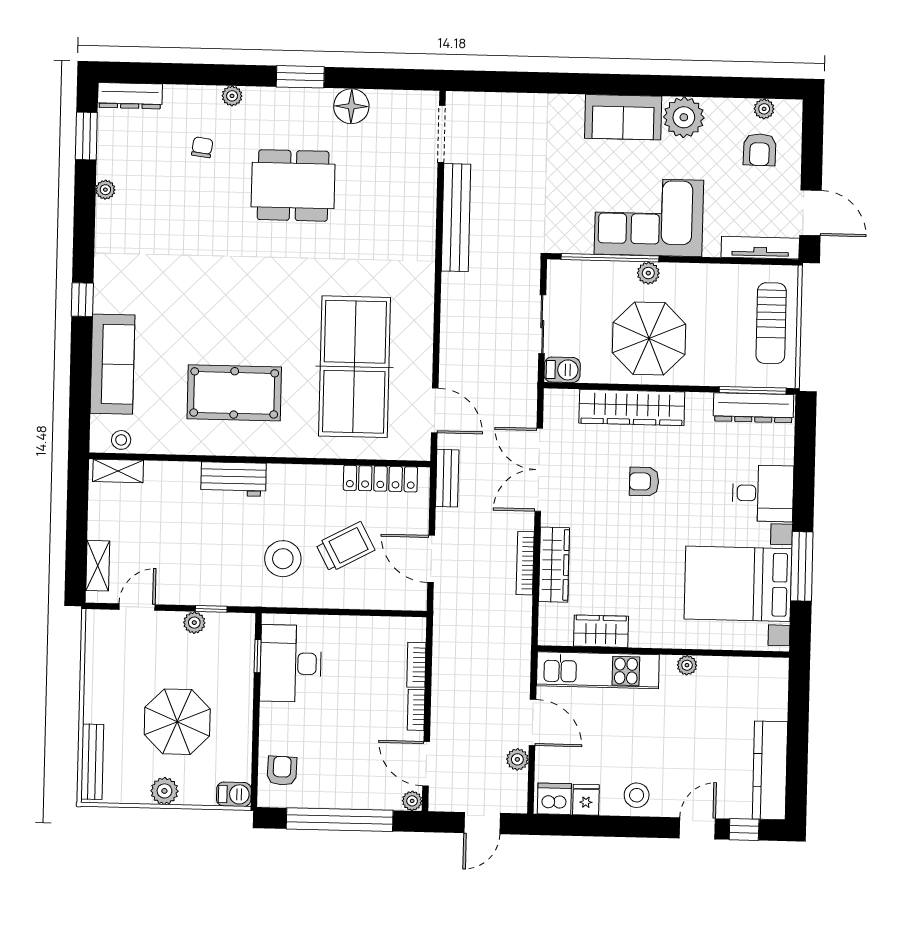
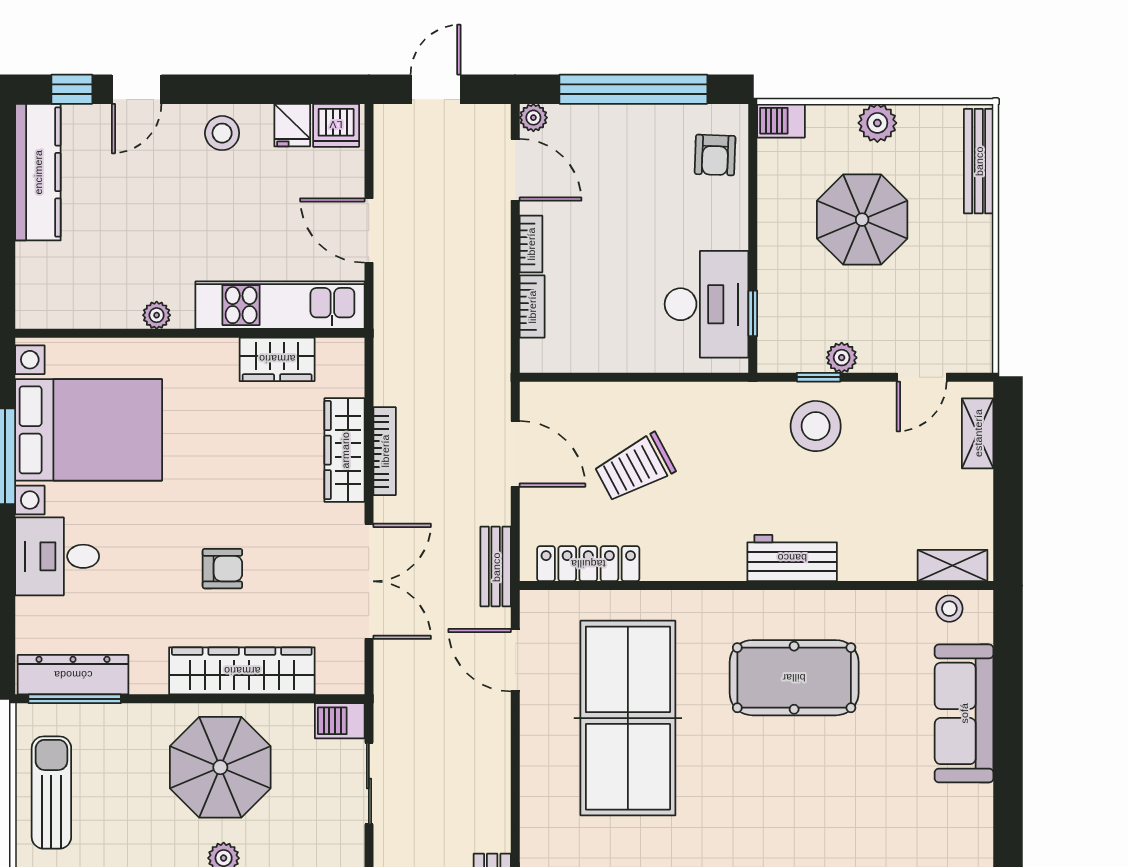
window: (82, 300) -> (1008, 802), removed
stool: (283, 559) -> (816, 426), moved
plant: (517, 759) -> (389, 179), removed

